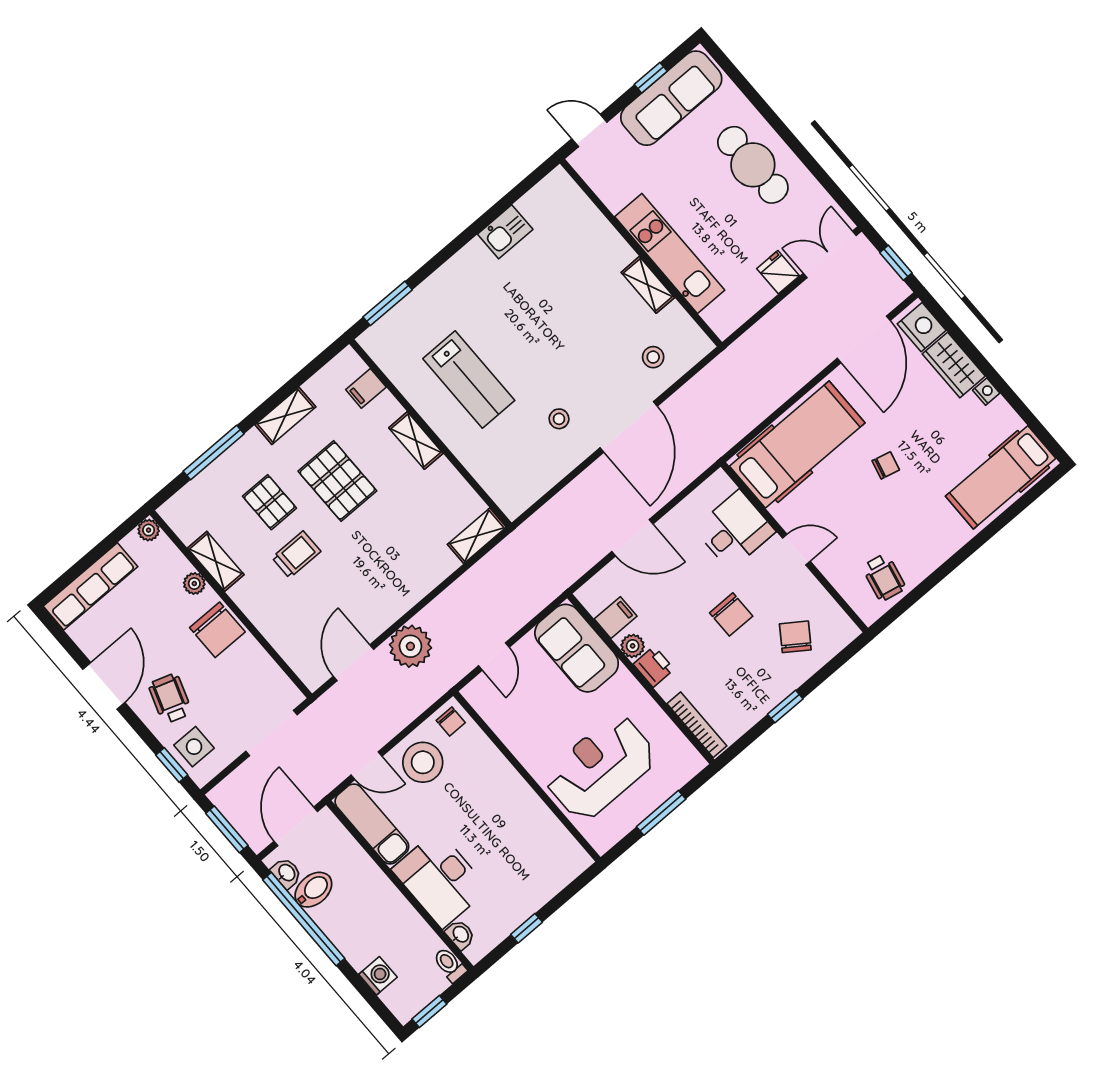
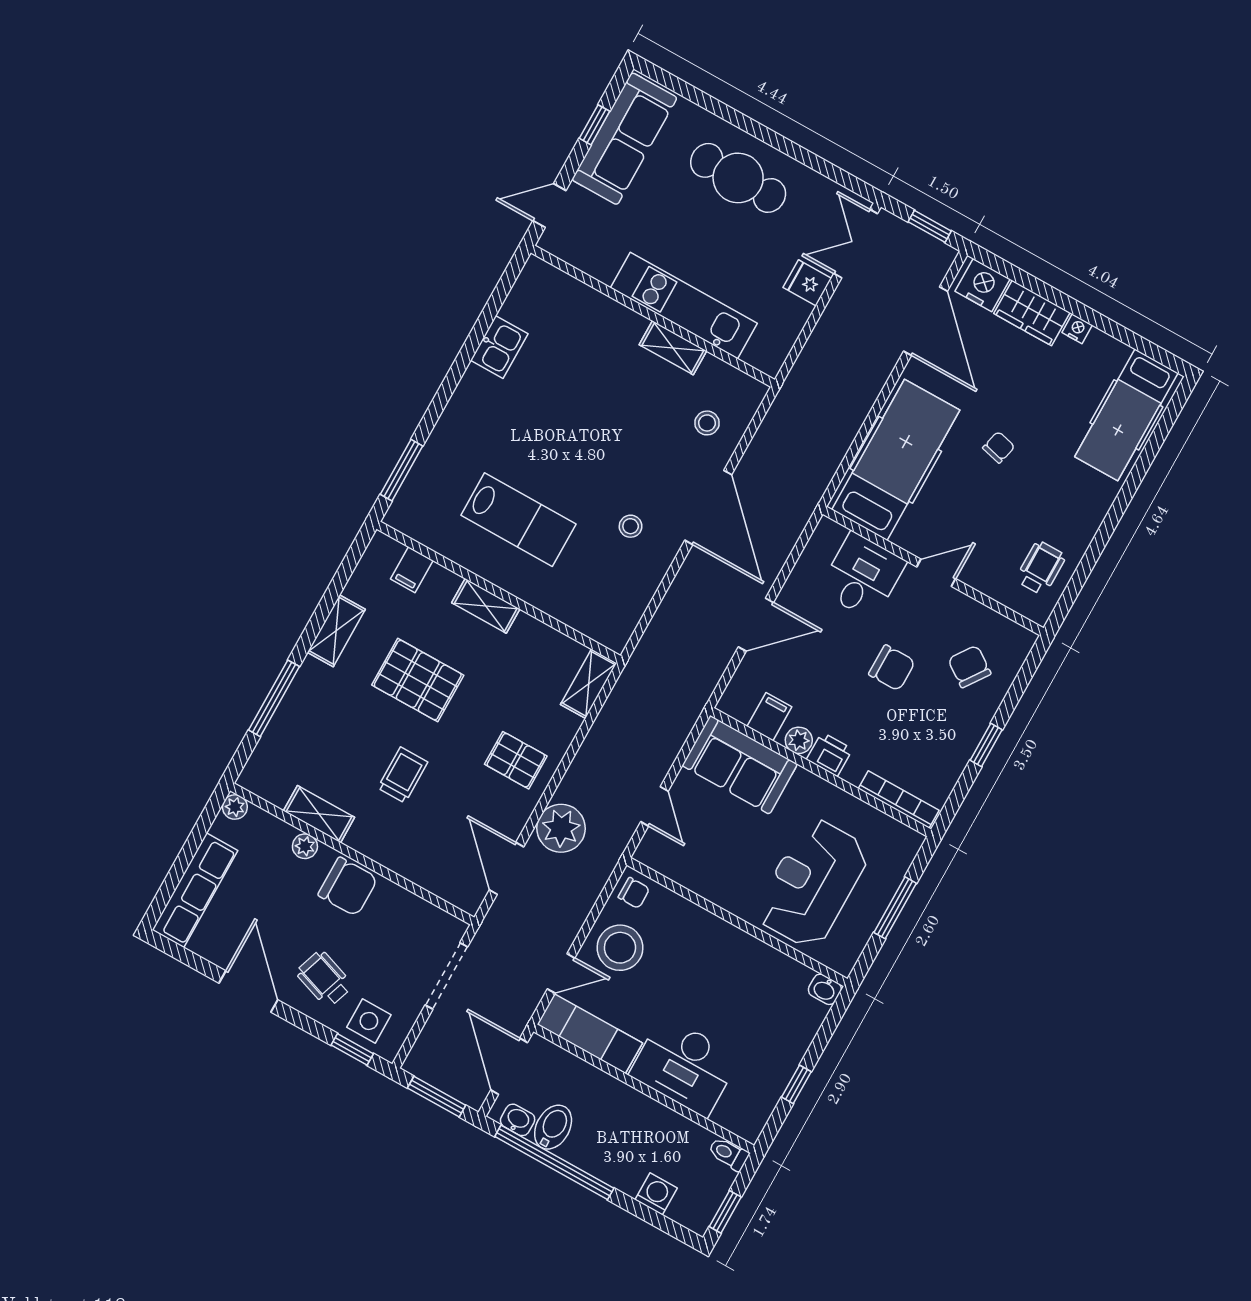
pallet: (269, 502) -> (516, 760), moved
wheelchair: (884, 577) -> (1041, 568), turned -102
washbasin: (460, 935) -> (825, 989), moved, turned 180

